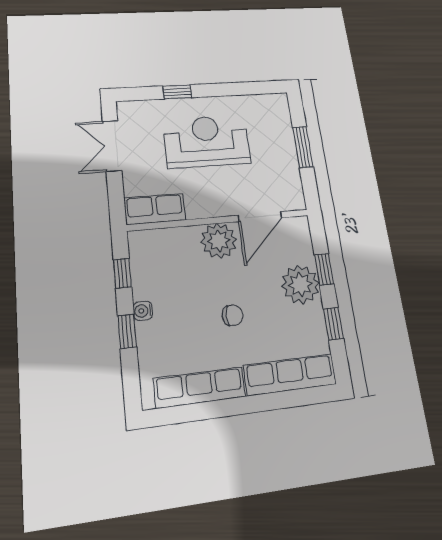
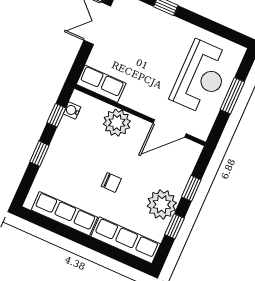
reception desk: (207, 141) -> (201, 77), moved, turned 90
plant: (219, 241) -> (117, 123), moved
plant: (300, 284) -> (162, 204), moved
water cooler: (143, 311) -> (72, 110), moved

